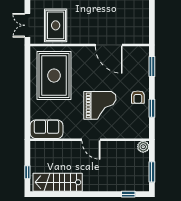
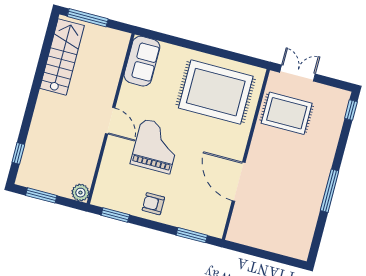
door: (109, 45) -> (239, 182), hinge flipped
grand piano: (100, 105) -> (156, 146), turned 180
window: (152, 108) -> (115, 215), moved
door: (91, 140) -> (110, 121), swing flipped
window: (27, 172) -> (88, 18), width x2.17

